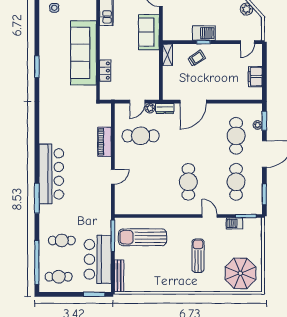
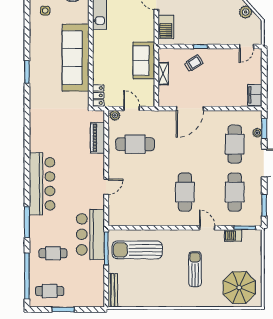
sofa: (149, 32) -> (144, 60), moved
barbecue: (204, 33) -> (166, 27), moved, turned 90
shelving: (167, 55) -> (163, 74), moved
locker: (105, 71) -> (98, 95), moved
filing cabinet: (255, 77) -> (255, 95), moved
door: (137, 102) -> (132, 109), swing flipped
plant: (150, 108) -> (115, 115), moved
dresser: (165, 108) -> (160, 116), removed
piano: (104, 142) -> (98, 138), moved
window: (37, 198) -> (27, 222), moved
bar counter: (98, 259) -> (90, 234), moved
window: (94, 294) -> (63, 309), moved

